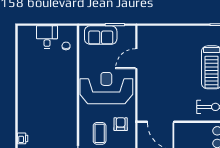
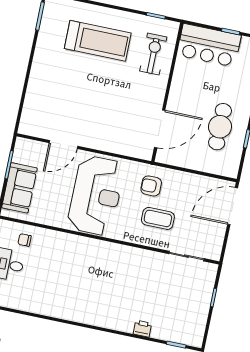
door: (136, 59) -> (63, 144), hinge flipped
reception desk: (106, 88) -> (96, 196), turned 180

